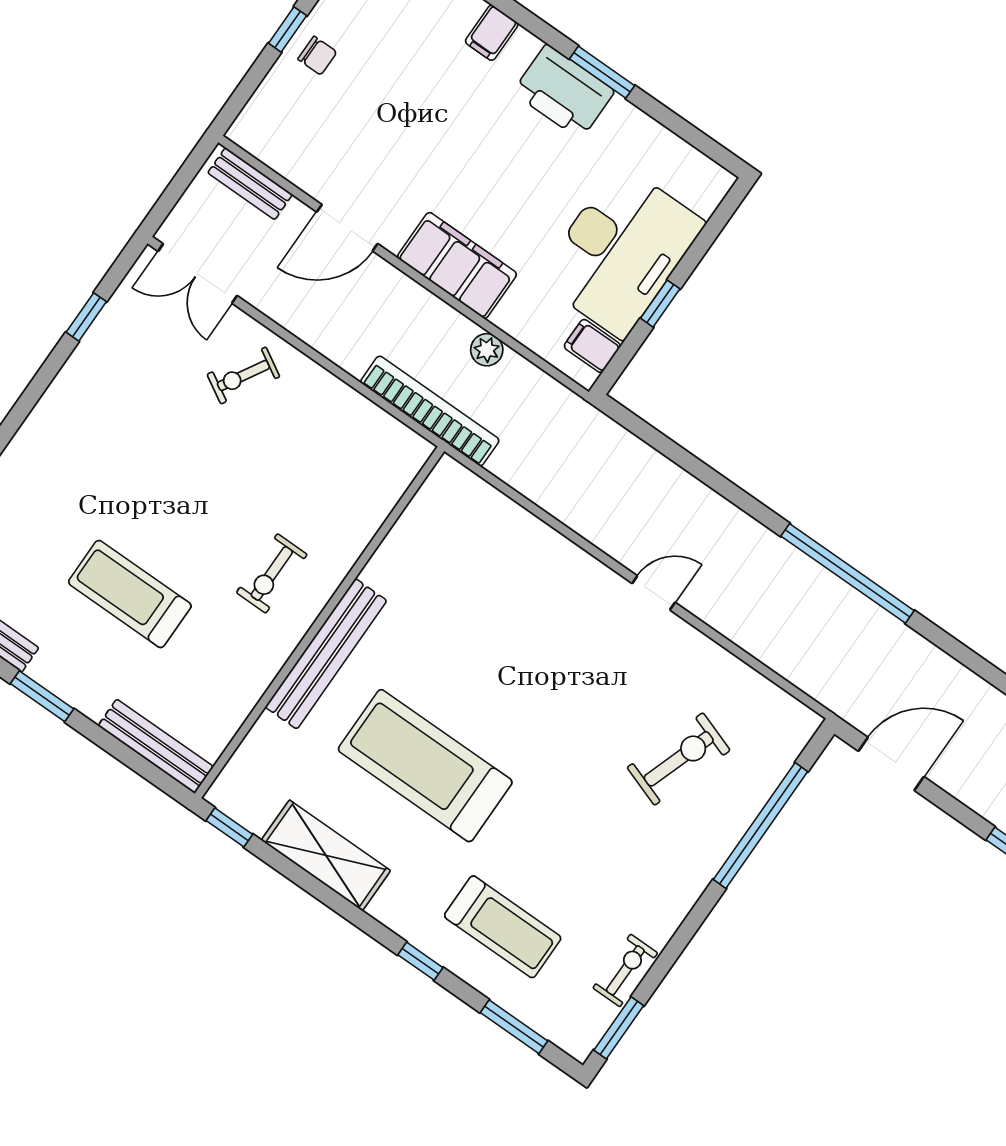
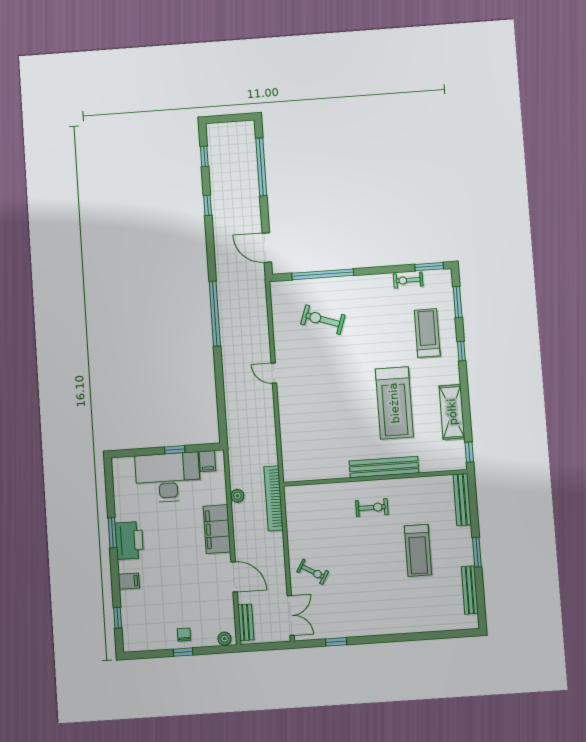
plant: (252, 122) -> (225, 639), added

